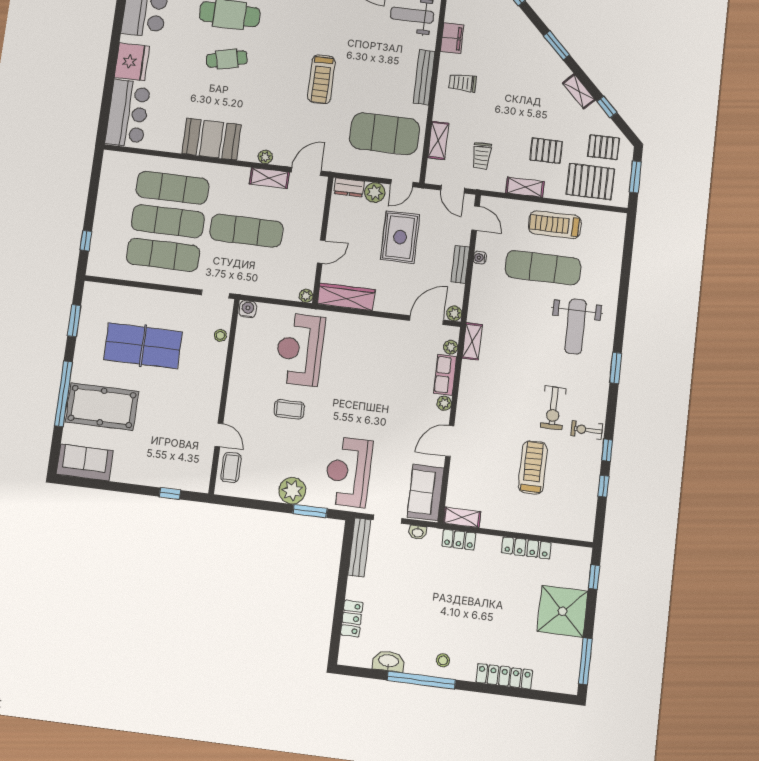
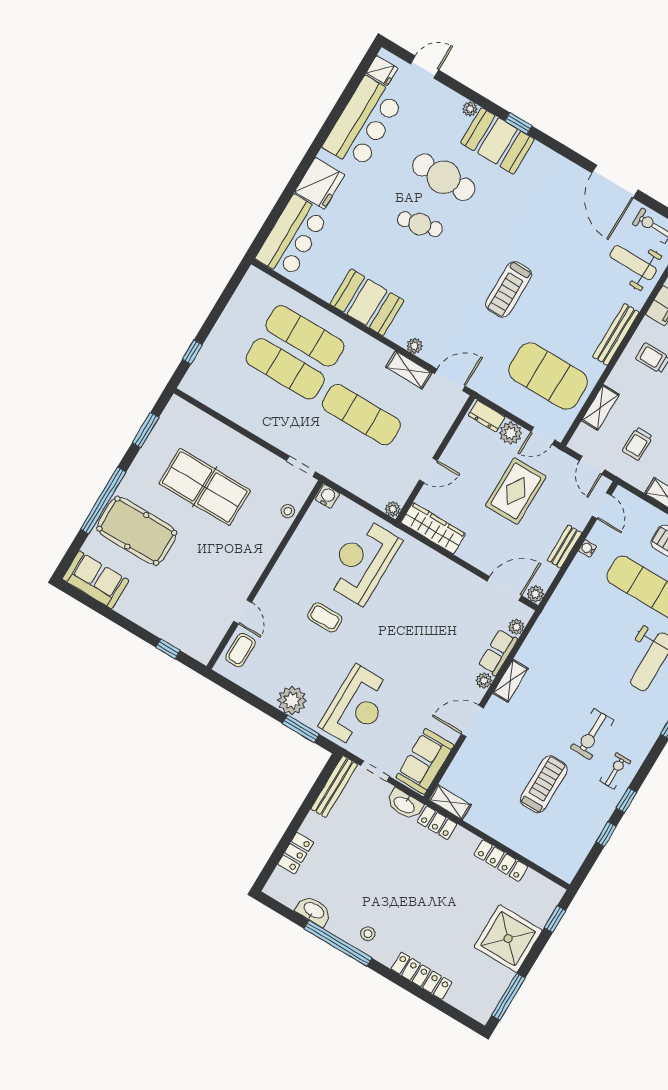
exercise mat: (163, 255) -> (265, 402), removed
shelving: (472, 341) -> (510, 681), moved
exercise bike: (587, 430) -> (615, 771), turned 90
reception desk: (348, 472) -> (357, 707), turned 180
washbasin: (418, 532) -> (404, 804), width x1.91, depth x1.45

